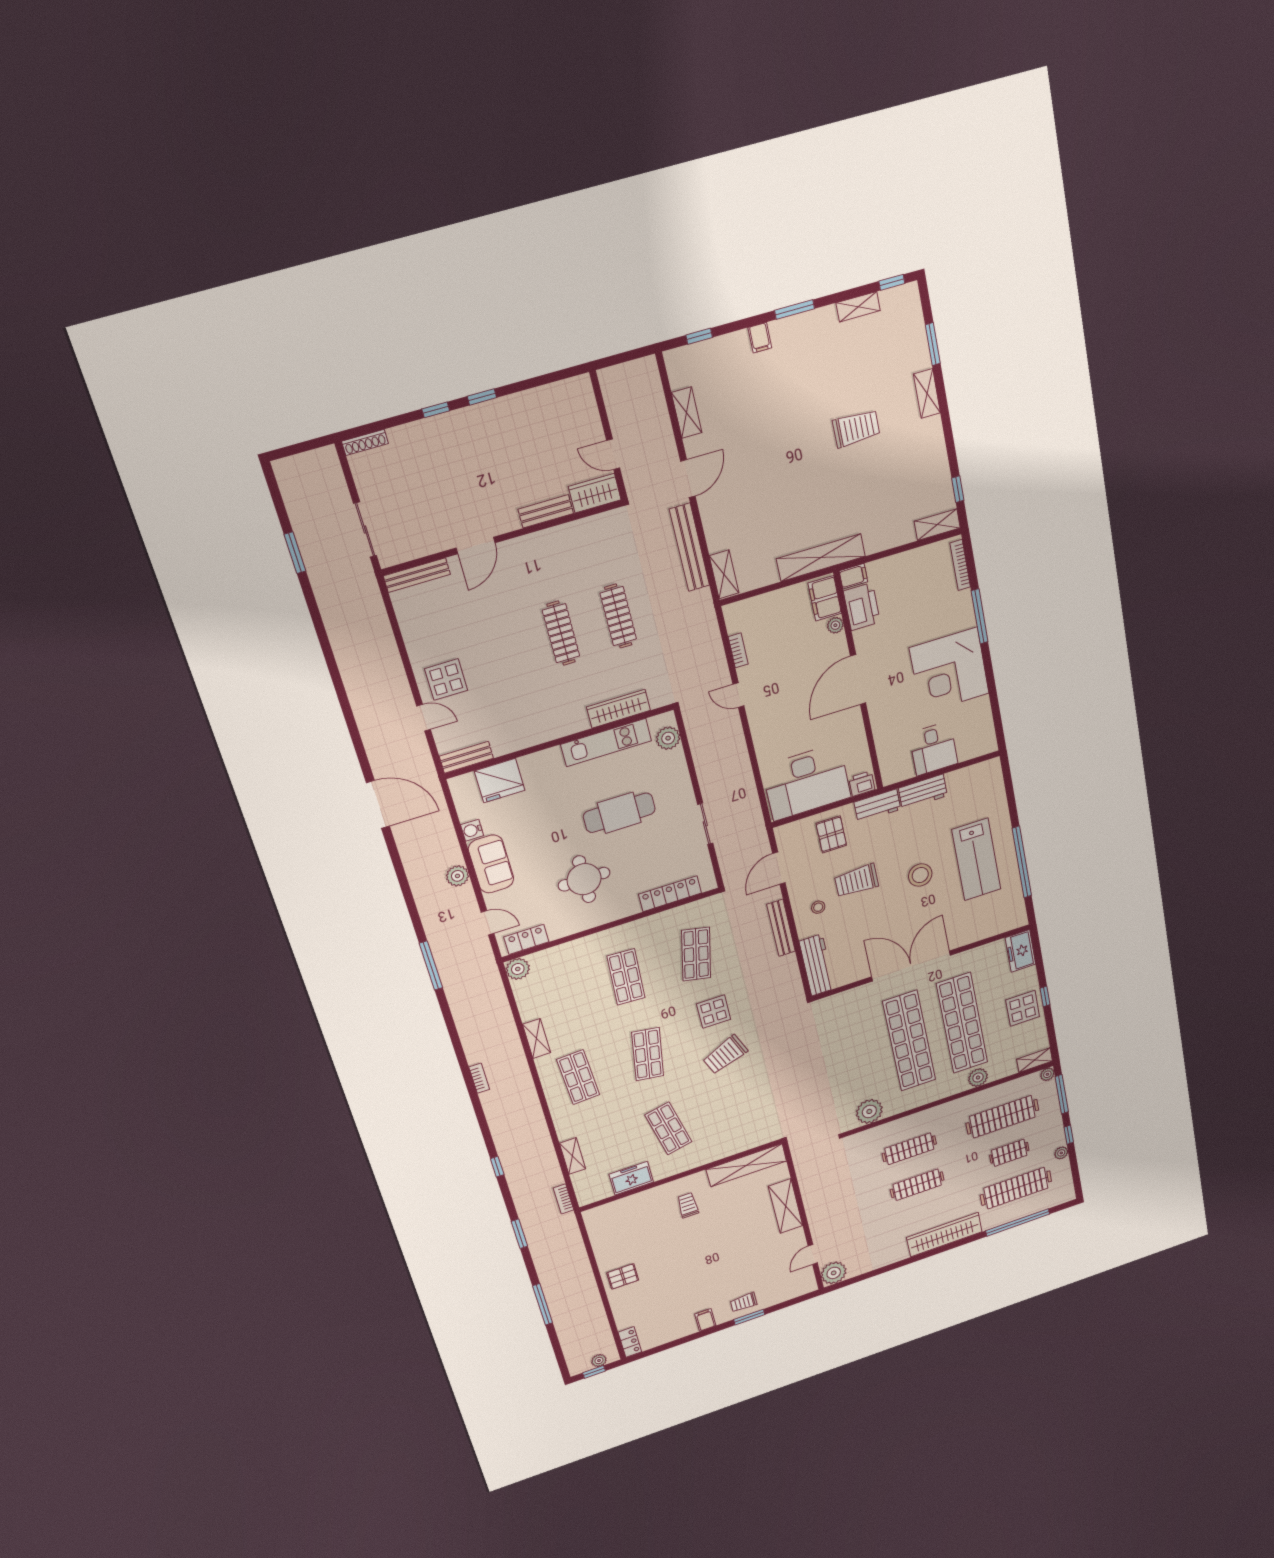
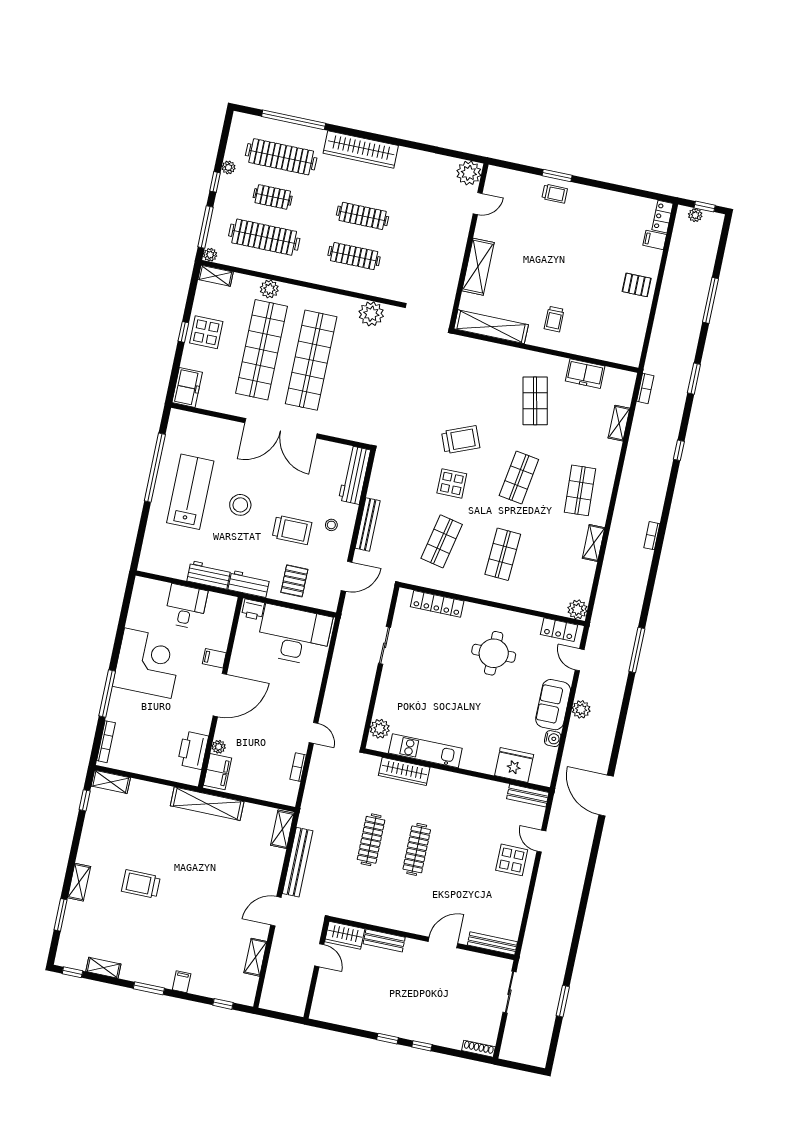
filing cabinet: (853, 576) -> (214, 658), moved
cafe table: (619, 813) -> (443, 691), removed
filing cabinet: (705, 1320) -> (655, 240), moved, turned 90

